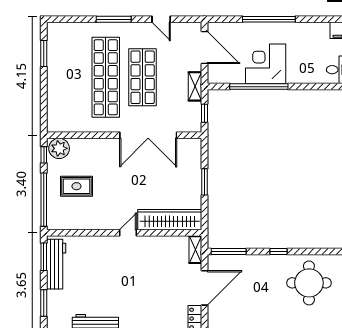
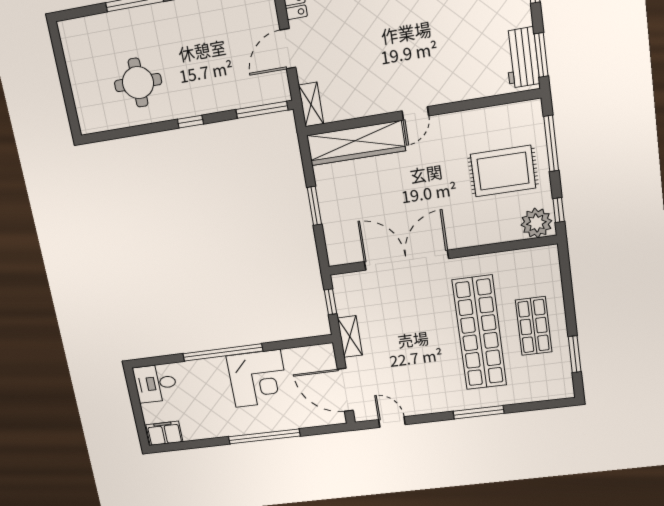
door: (161, 19) -> (392, 422), moved
shop shelf: (143, 77) -> (534, 326), moved, width x0.70, depth x0.74
window: (259, 87) -> (223, 352), moved
rug: (76, 186) -> (503, 171), width x1.36, depth x1.43
window: (44, 200) -> (551, 143), width x0.68
workbench: (56, 264) -> (522, 58), width x0.73
round table: (309, 283) -> (138, 83), width x0.73, depth x0.73
door: (204, 288) -> (288, 49), width x0.73

